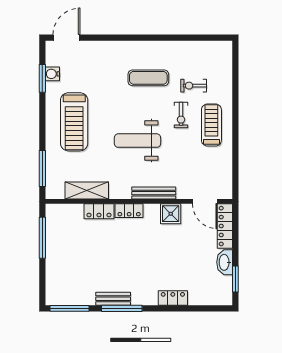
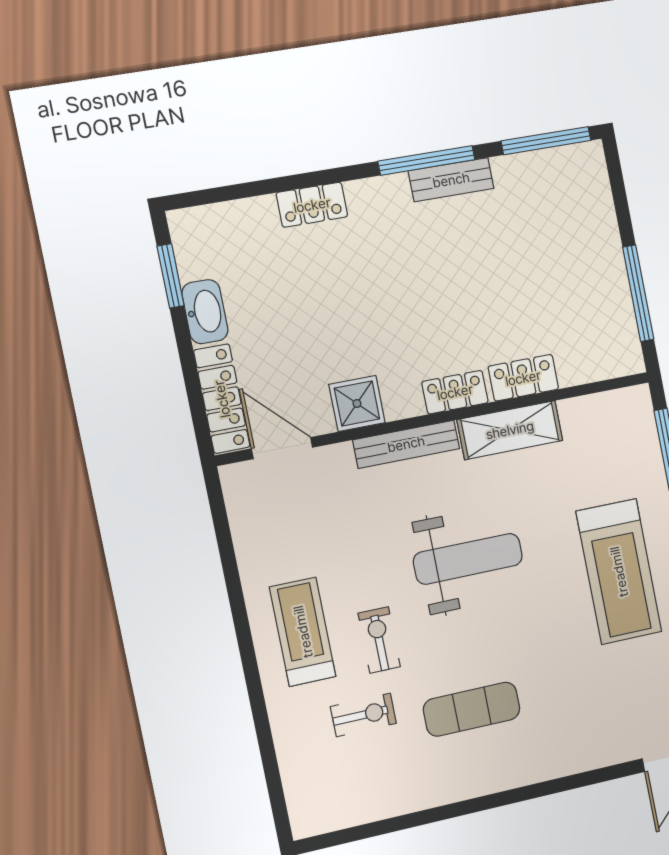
treadmill: (74, 122) -> (619, 572), turned 180
treadmill: (211, 125) -> (303, 632), turned 180
shelving: (87, 191) -> (510, 430), moved

